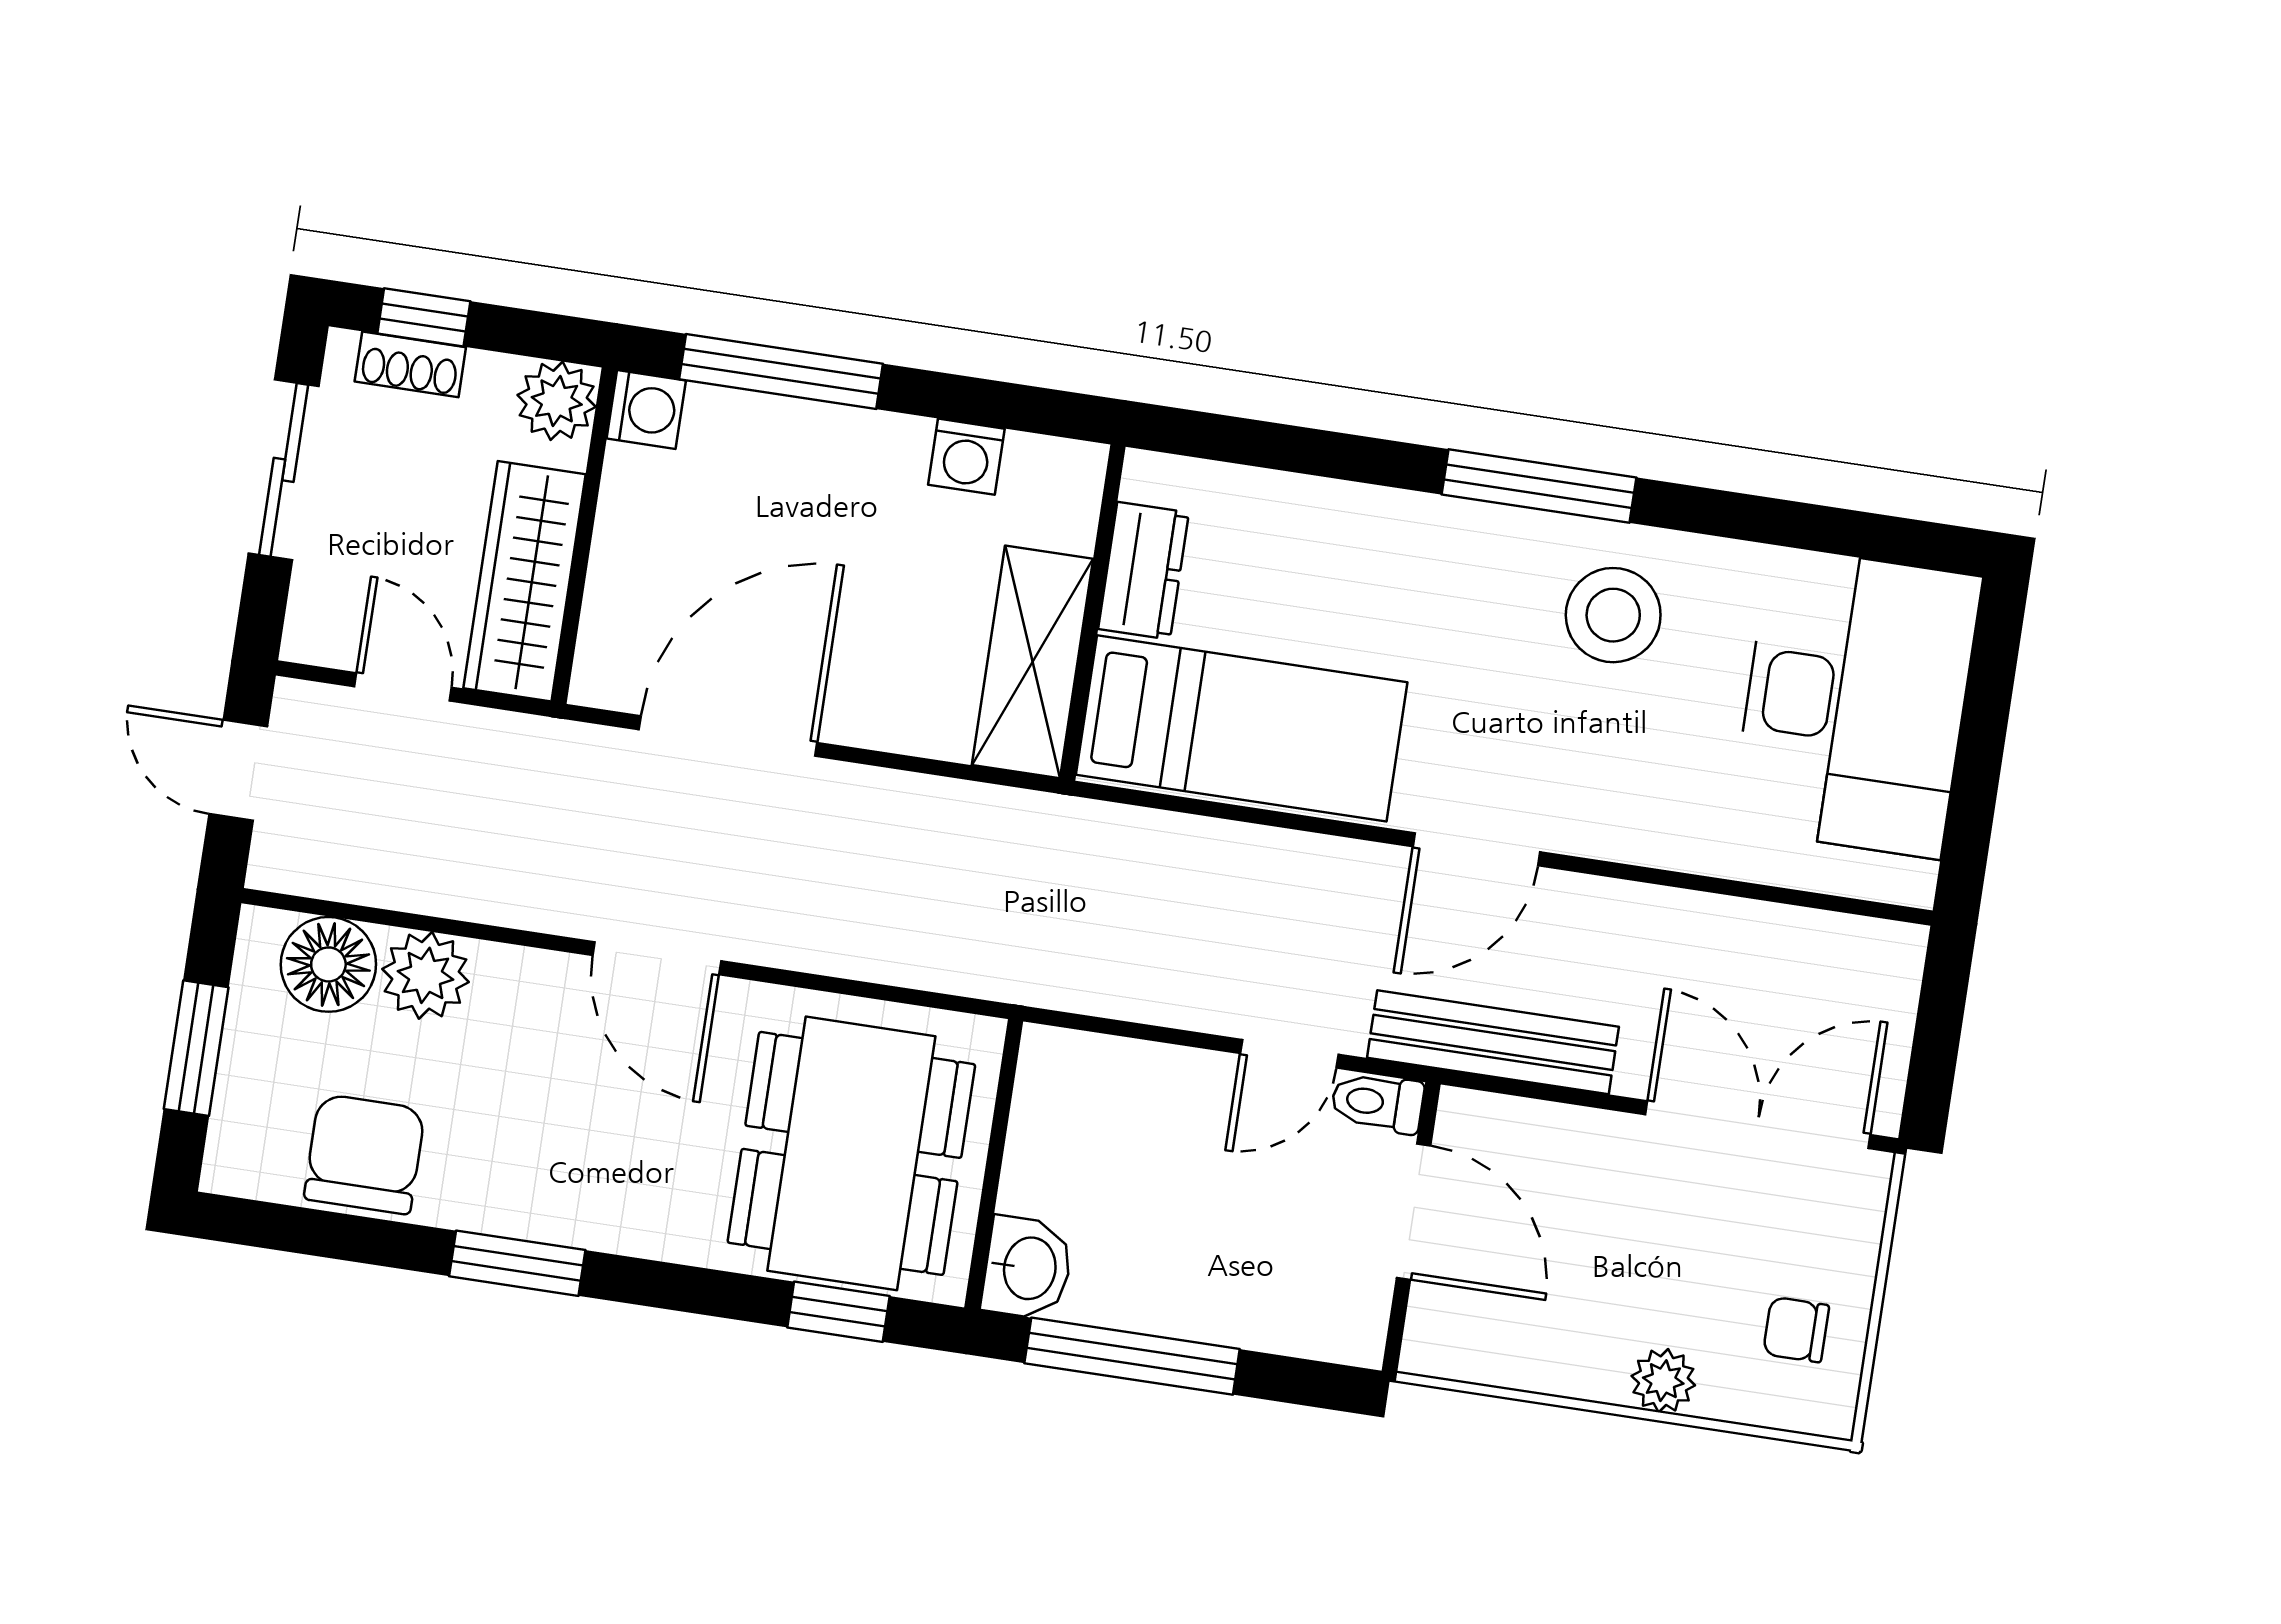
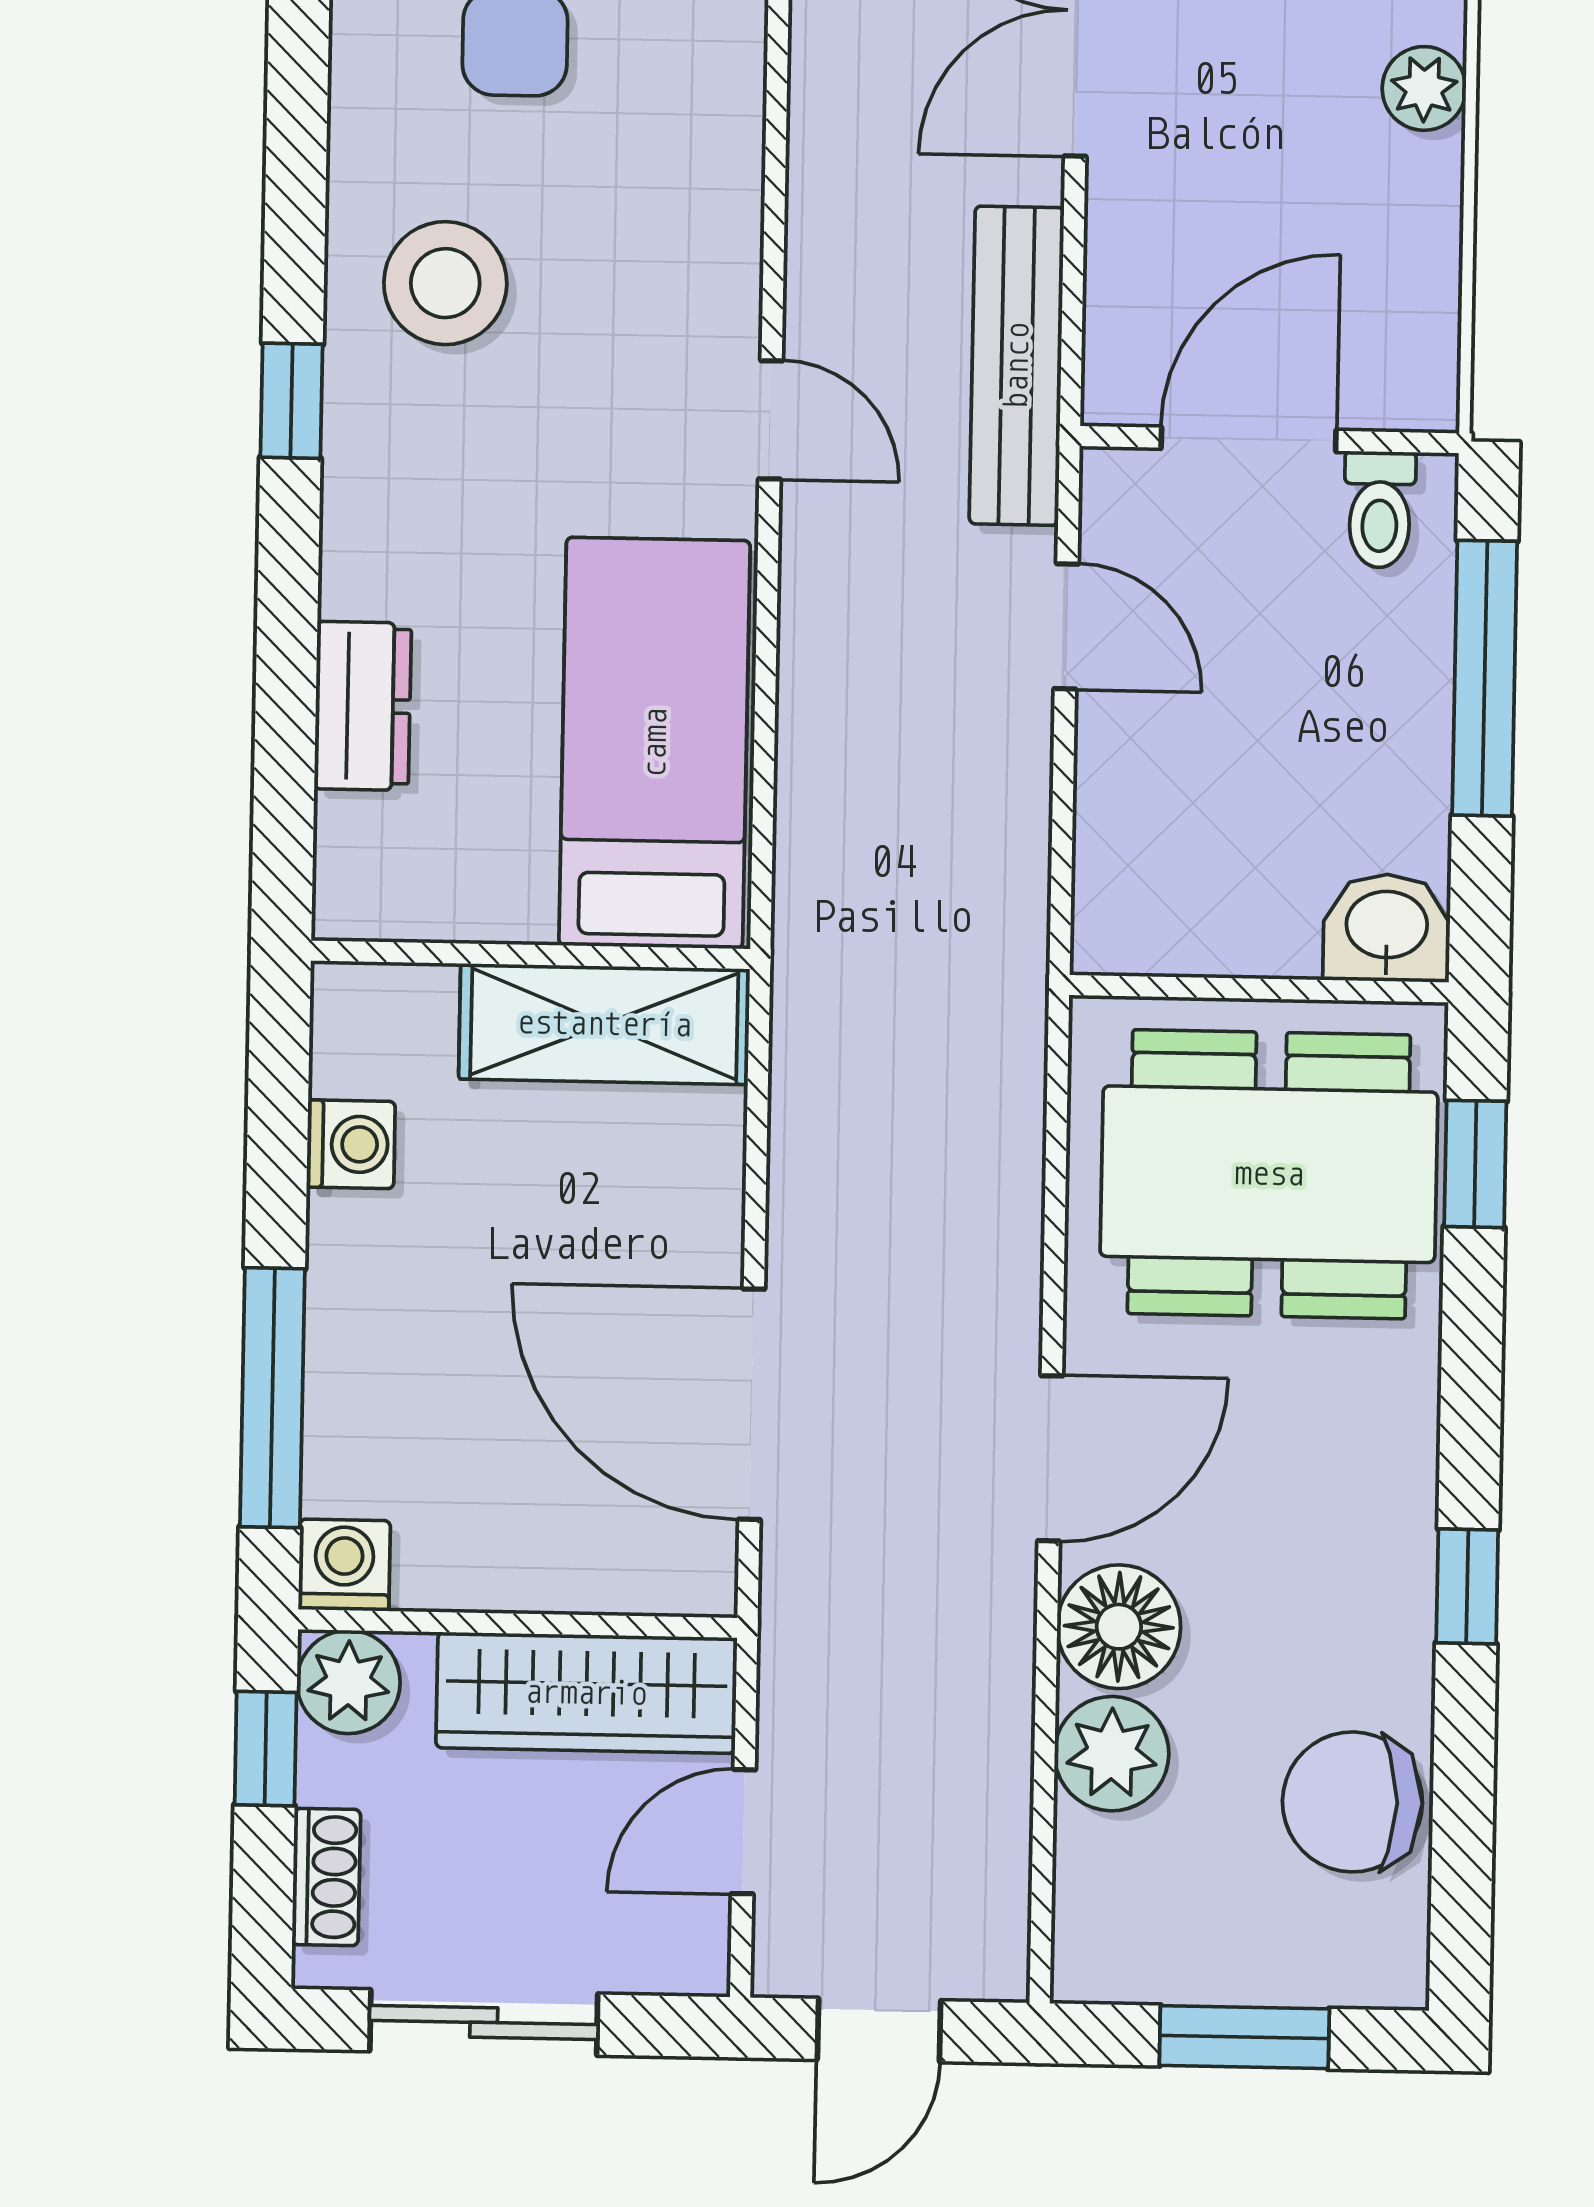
window: (424, 317) -> (266, 1749), moved
window: (1539, 486) -> (291, 401), width x0.46
dresser: (1144, 571) -> (363, 706), moved, turned 90
door: (1476, 849) -> (770, 420), width x0.73
floor lamp: (328, 964) -> (1119, 1627), moved
toilet: (1377, 1103) -> (1380, 510), moved
window: (517, 1263) -> (1467, 1586), width x0.67
window: (1132, 1356) -> (1485, 678), moved

